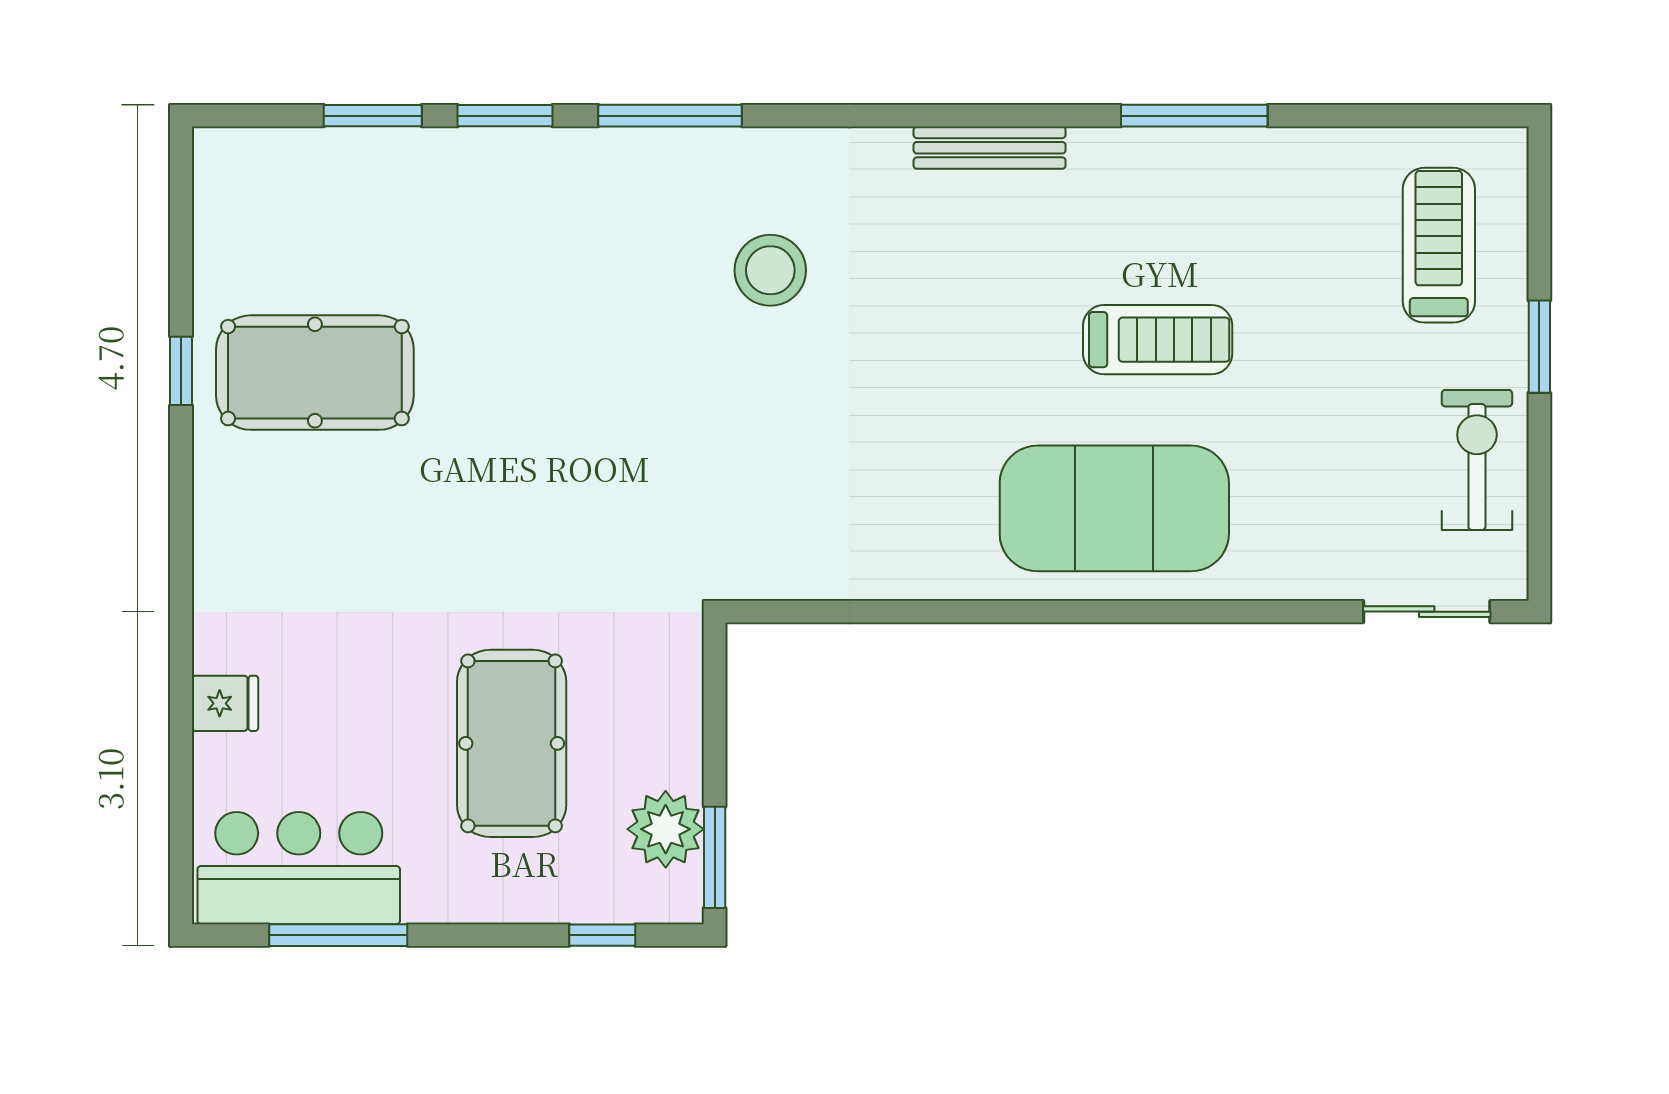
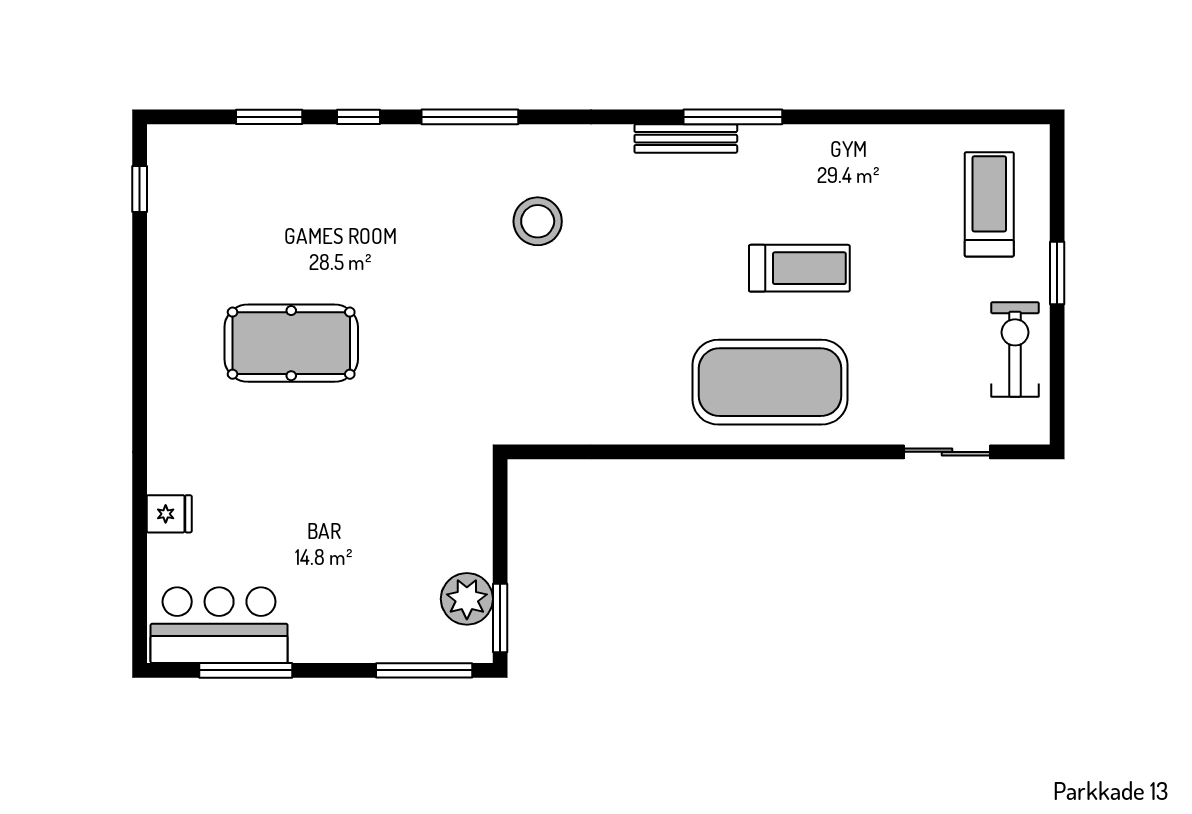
window: (505, 116) -> (358, 117), width x0.67
window: (1194, 116) -> (733, 117), moved
window: (181, 371) -> (140, 189), moved
pool table: (315, 373) -> (291, 343), moved
sliding door: (1427, 612) -> (947, 452), moved
pool table: (512, 743) -> (363, 541), removed
window: (602, 935) -> (424, 670), width x2.17

